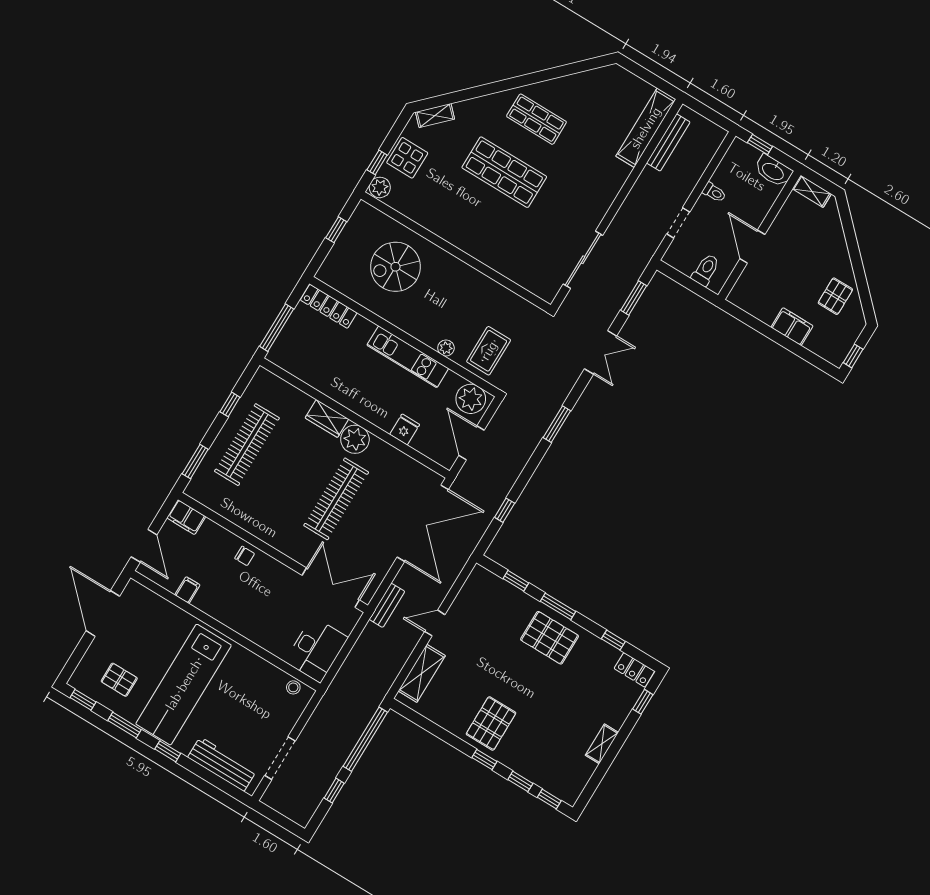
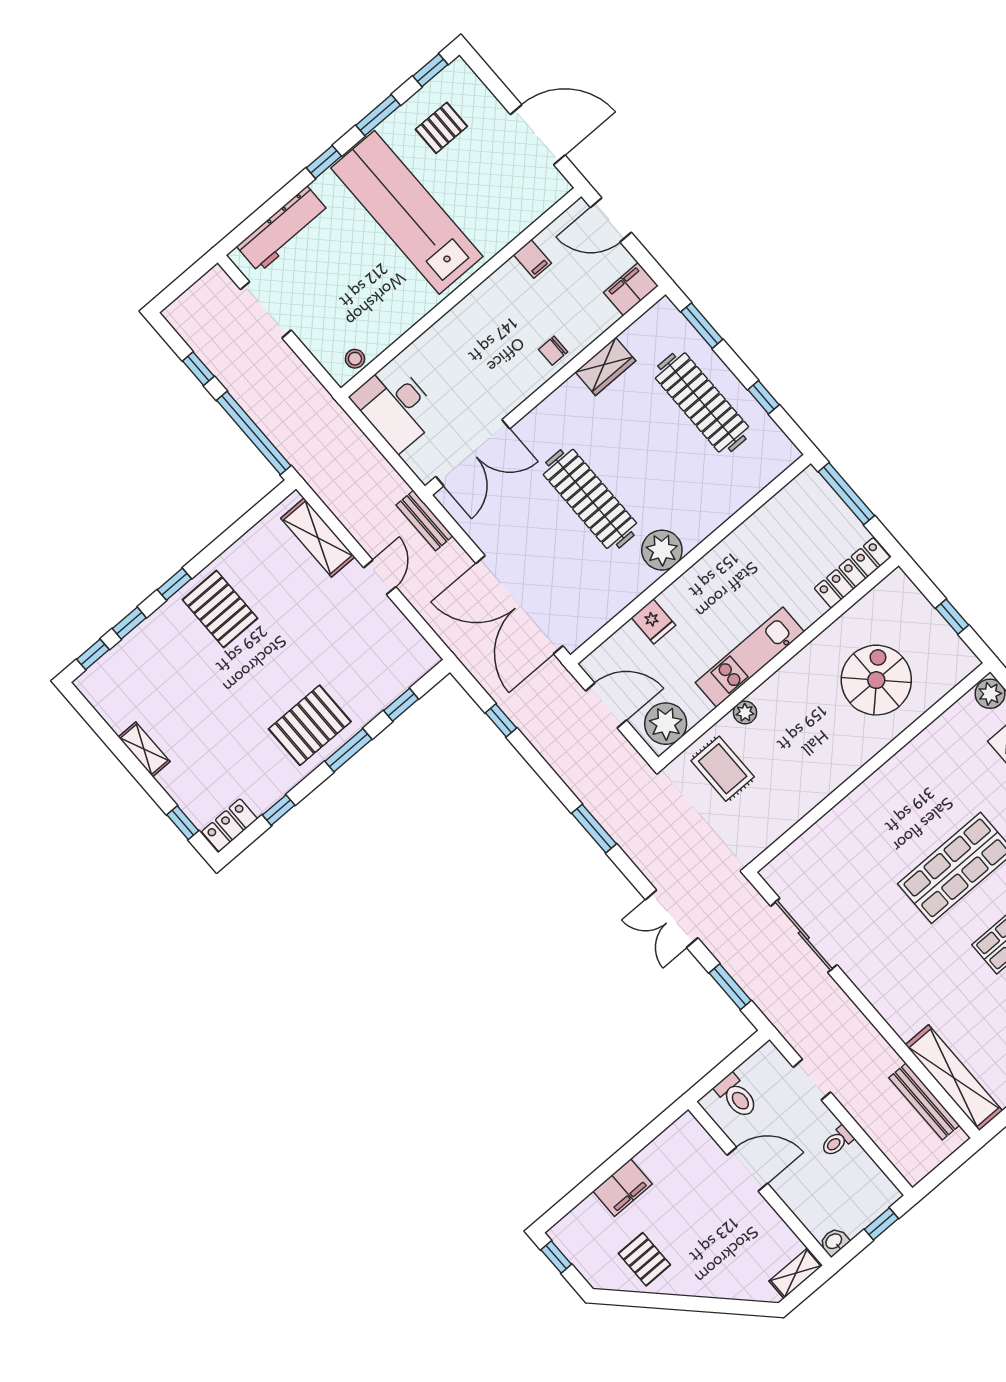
washbasin: (773, 171) -> (834, 1242), width x0.52, depth x0.69
wardrobe: (327, 419) -> (605, 366), moved, turned 180

